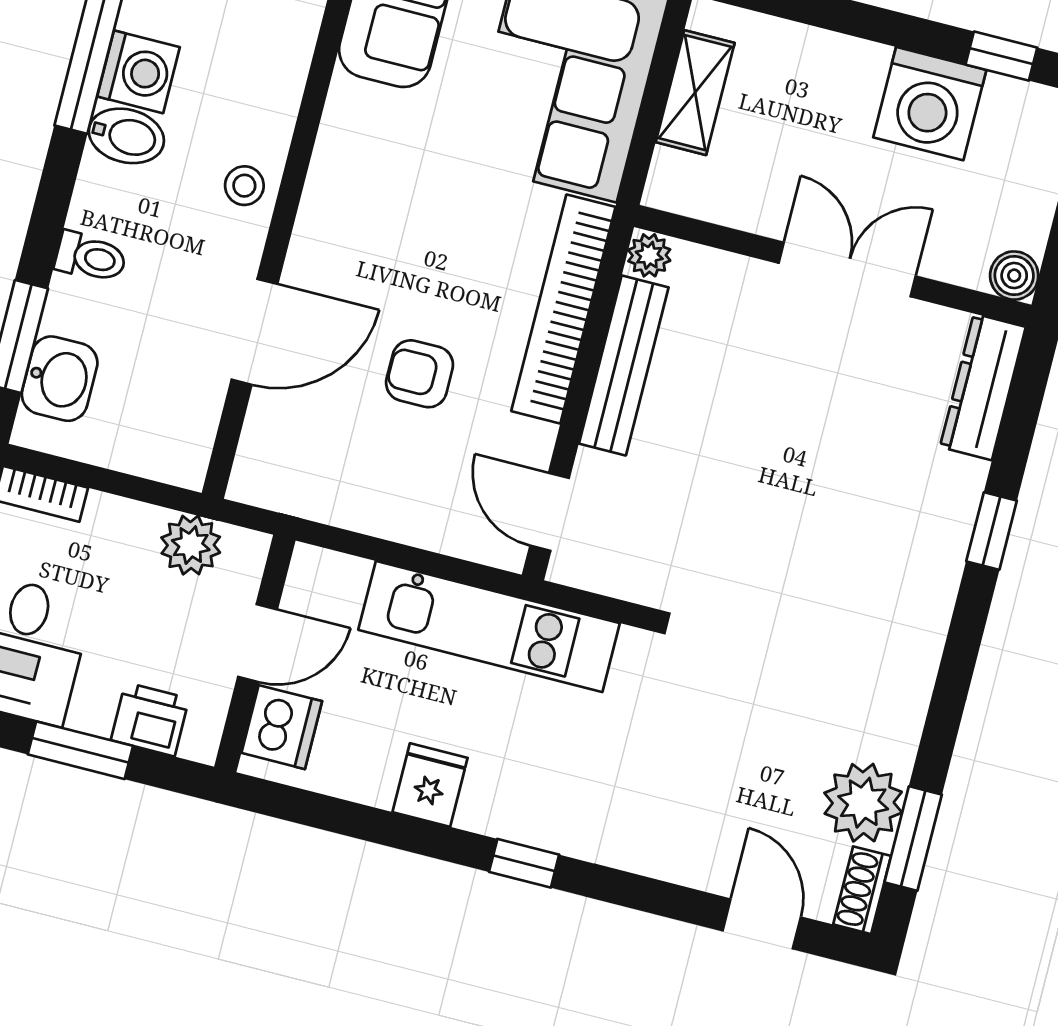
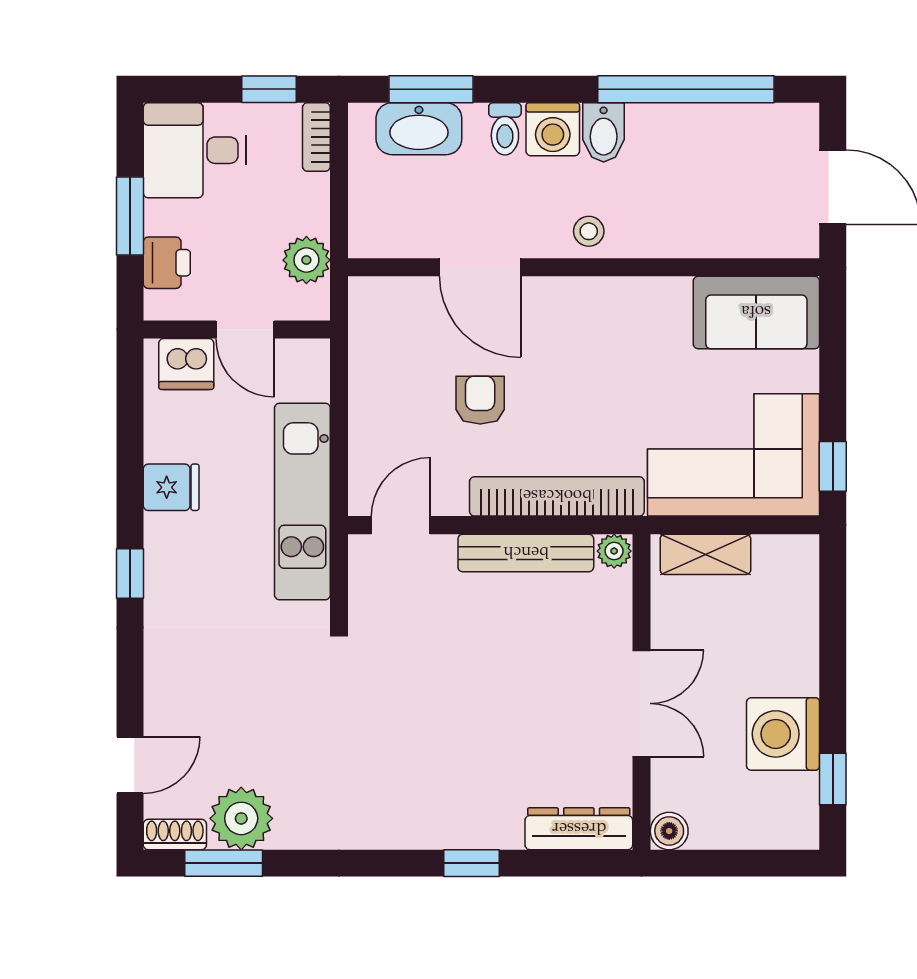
washing machine: (138, 72) -> (553, 129), moved
shelving: (695, 93) -> (705, 554), moved
washbasin: (60, 379) -> (419, 129), width x1.38

